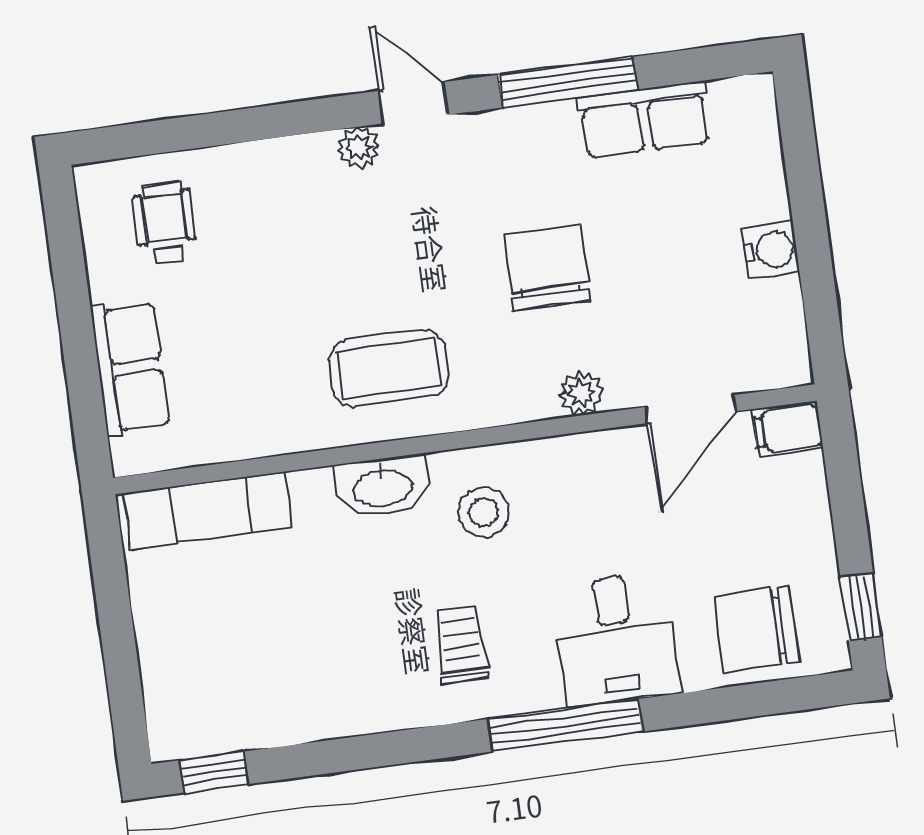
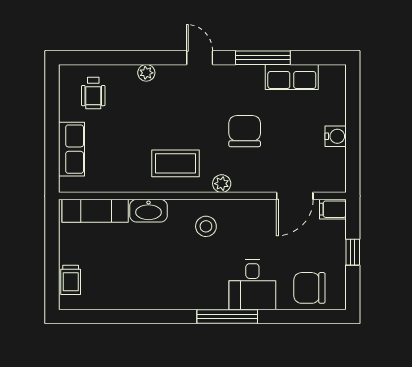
plant: (359, 148) -> (146, 73), moved
wheelchair: (165, 224) -> (93, 93), turned 180
plant: (581, 393) -> (222, 184), moved
washbasin: (382, 487) -> (149, 211), moved
window: (861, 607) -> (353, 252), moved
trolley: (461, 645) -> (71, 280), moved, turned 180
window: (214, 772) -> (83, 316), removed

